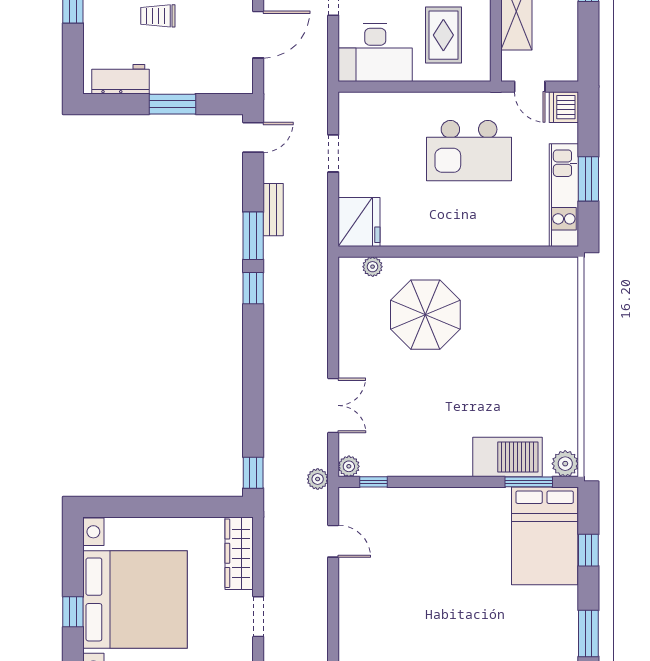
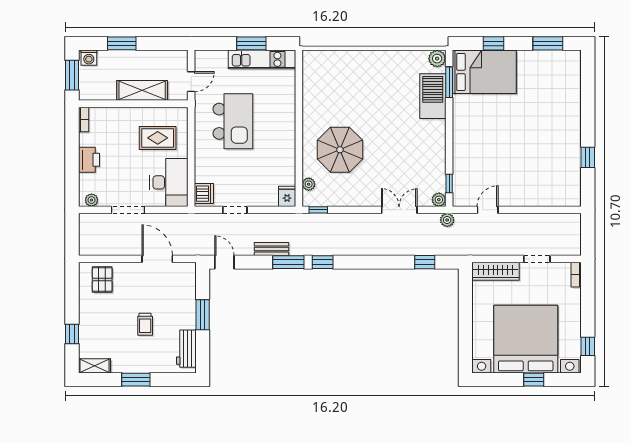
dishwasher: (564, 107) -> (204, 194), moved, turned -90
fridge: (359, 222) -> (287, 196), width x0.53, depth x0.75
window: (333, 281) -> (318, 210), added
window: (253, 473) -> (425, 262), moved

